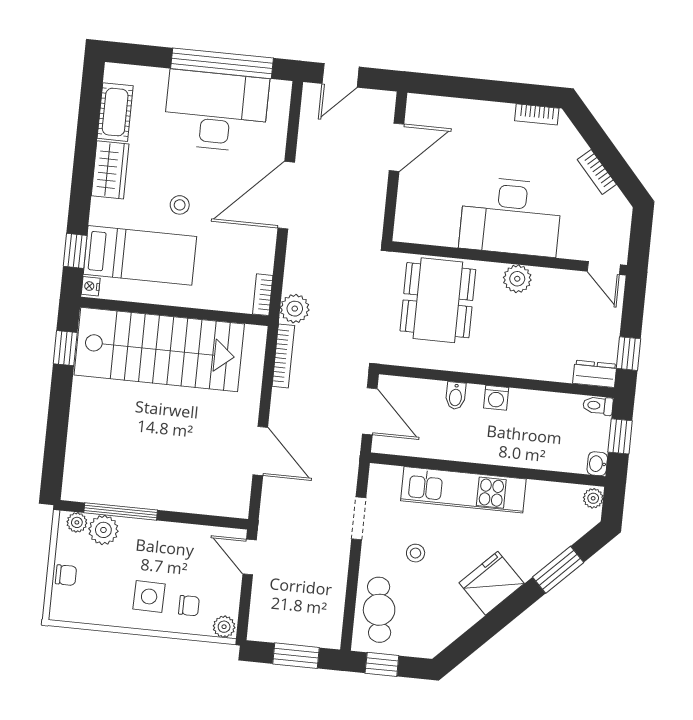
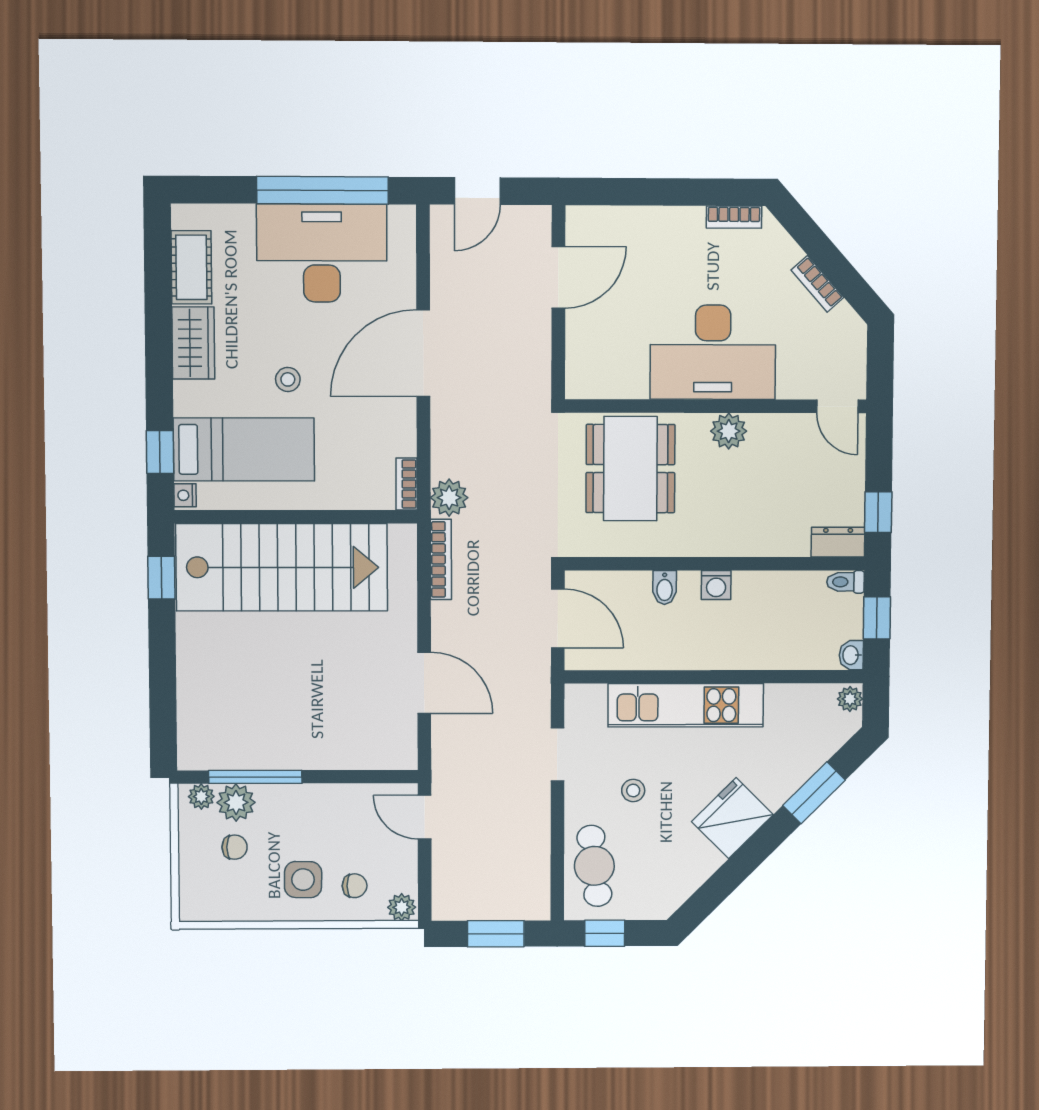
chair: (66, 575) -> (235, 847), moved

